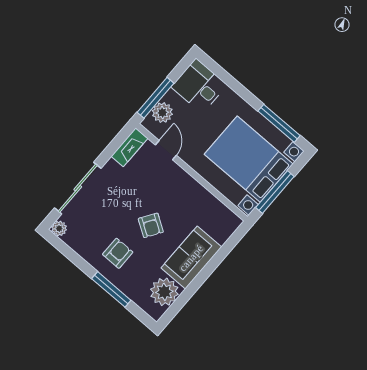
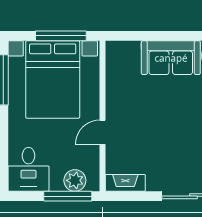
door: (166, 150) -> (102, 132), moved
armchair: (151, 225) -> (173, 112), removed

